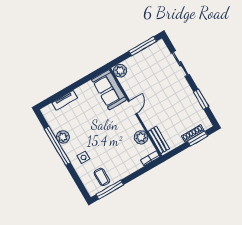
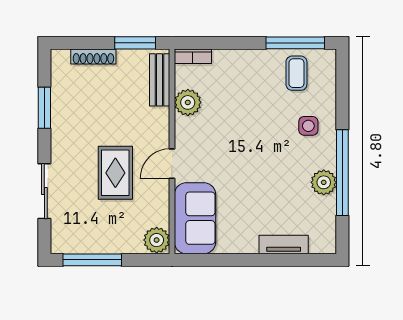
rug: (155, 89) -> (115, 173), added
window: (198, 139) -> (135, 43), moved

